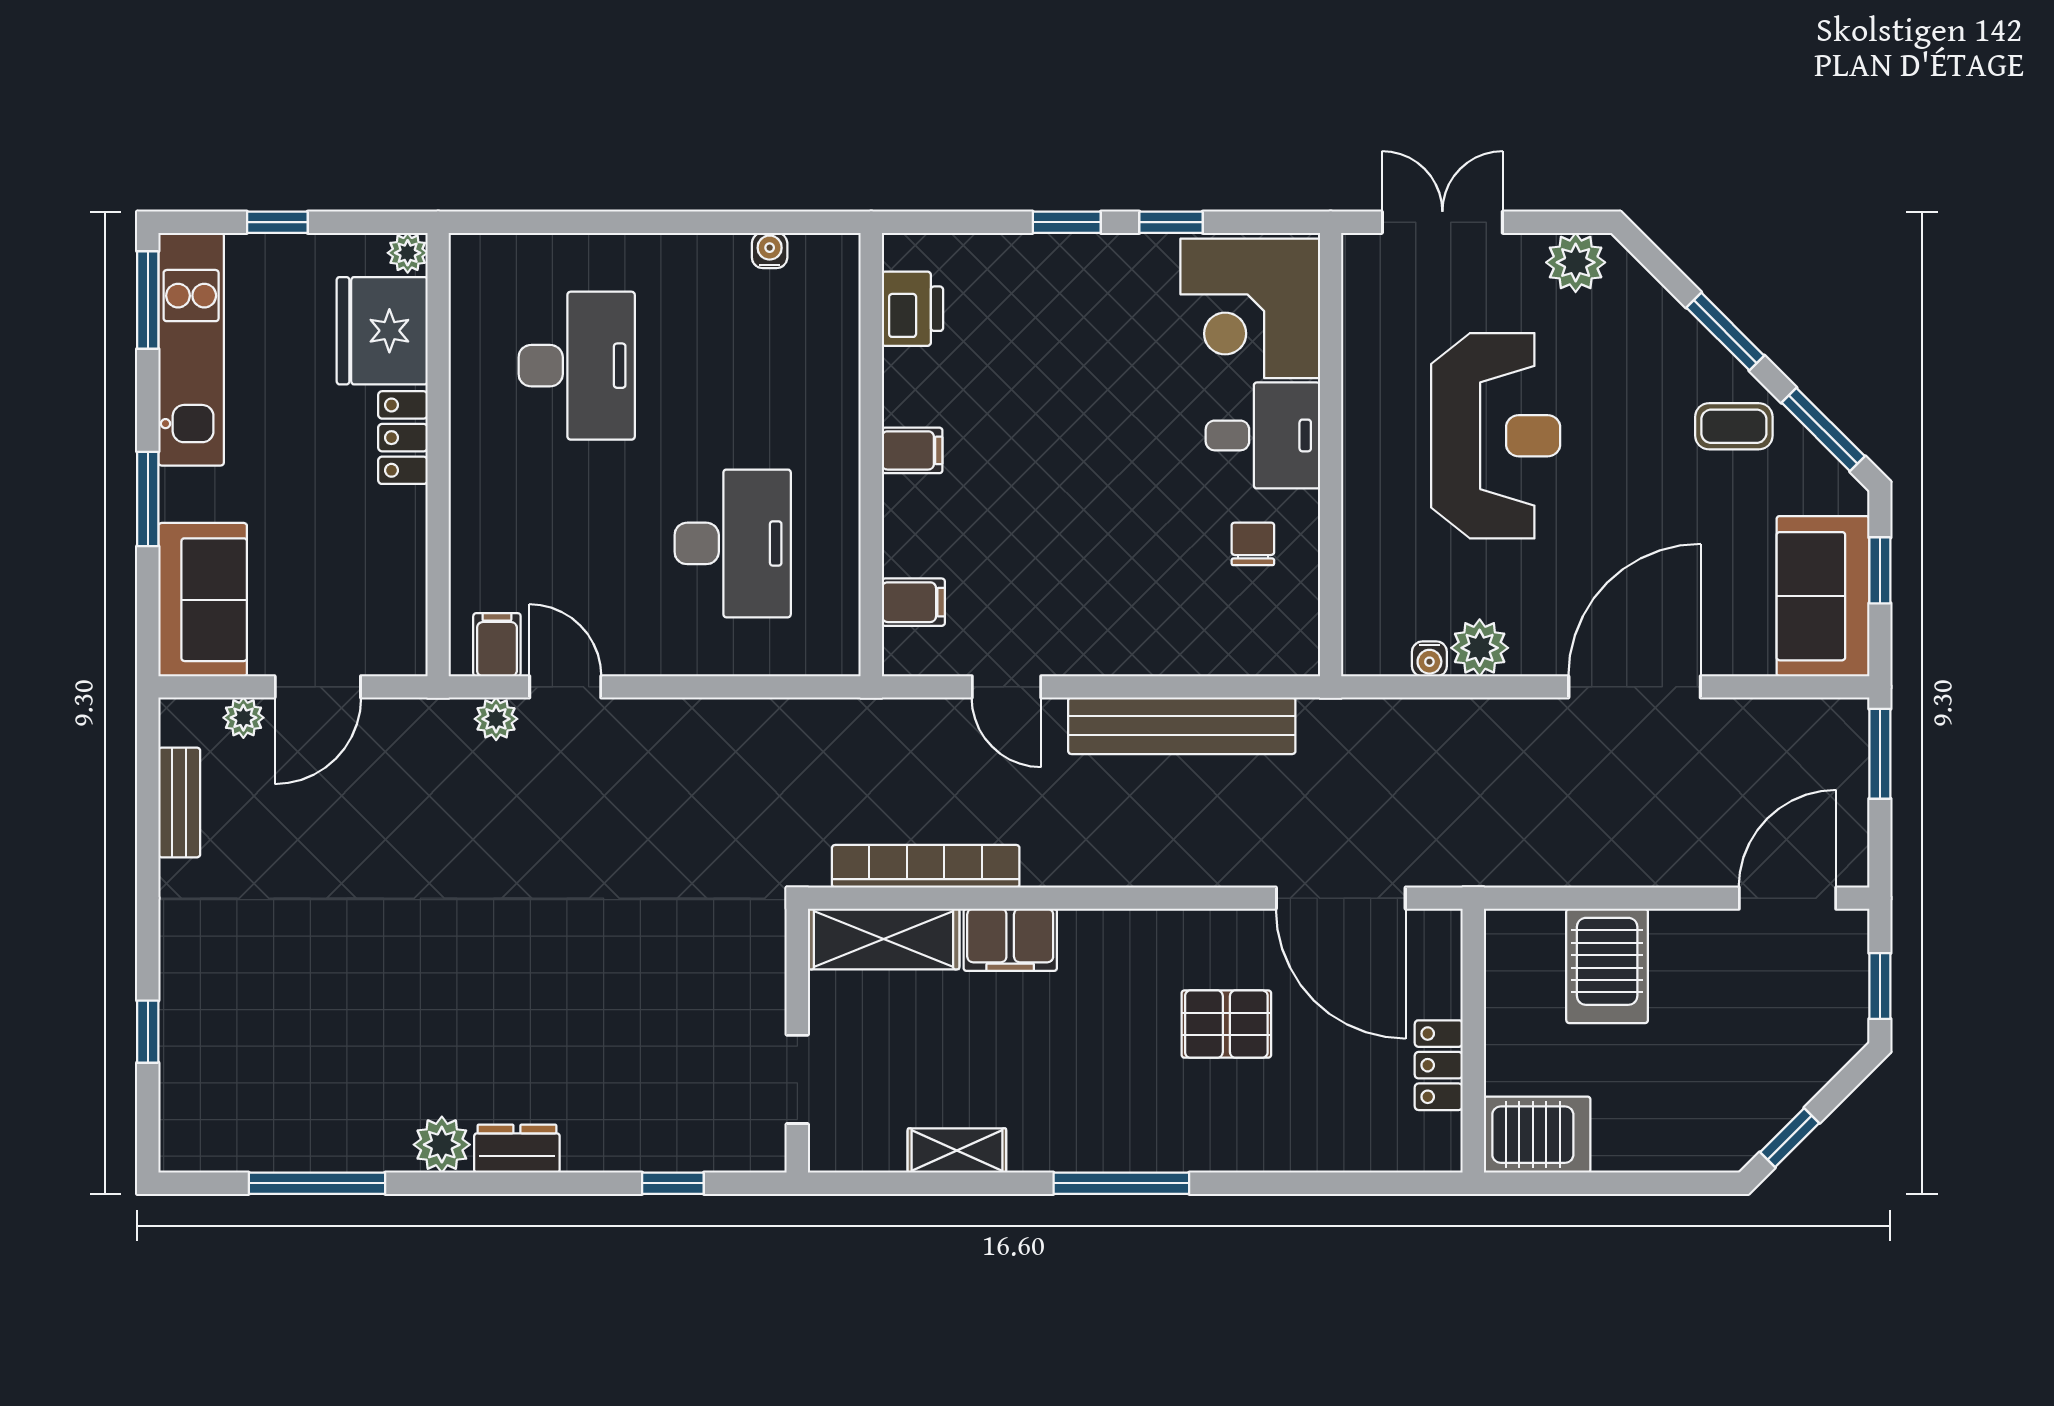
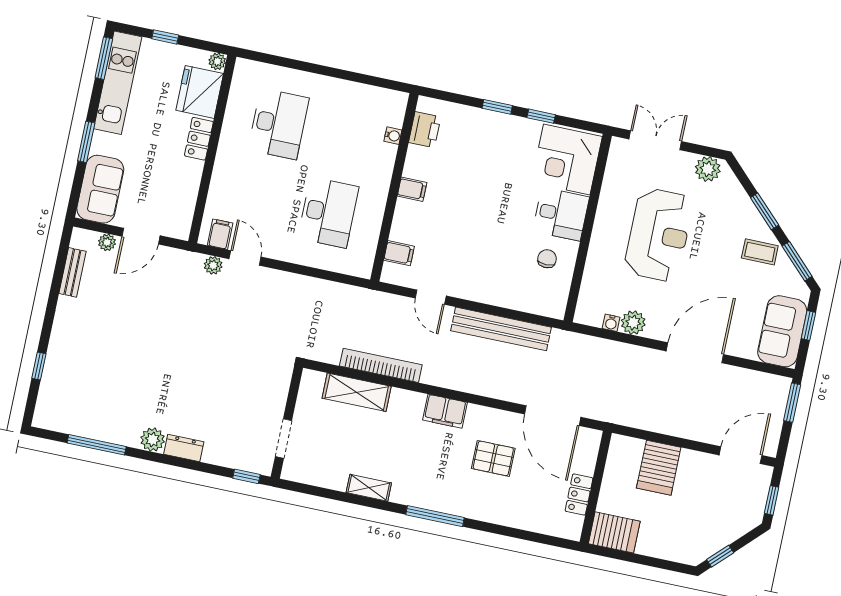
water cooler: (770, 250) -> (393, 136), moved, turned 90
filing cabinet: (1010, 940) -> (445, 411), moved
wall: (797, 1041) -> (287, 422), moved
doorway: (797, 1079) -> (283, 439), moved

